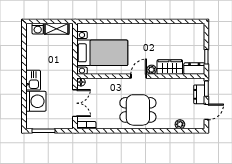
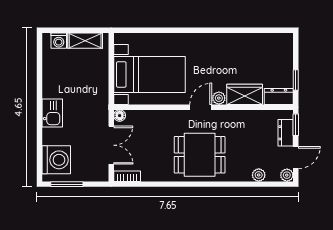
washing machine: (36, 101) -> (56, 160), moved
plant: (200, 124) -> (287, 175), added

